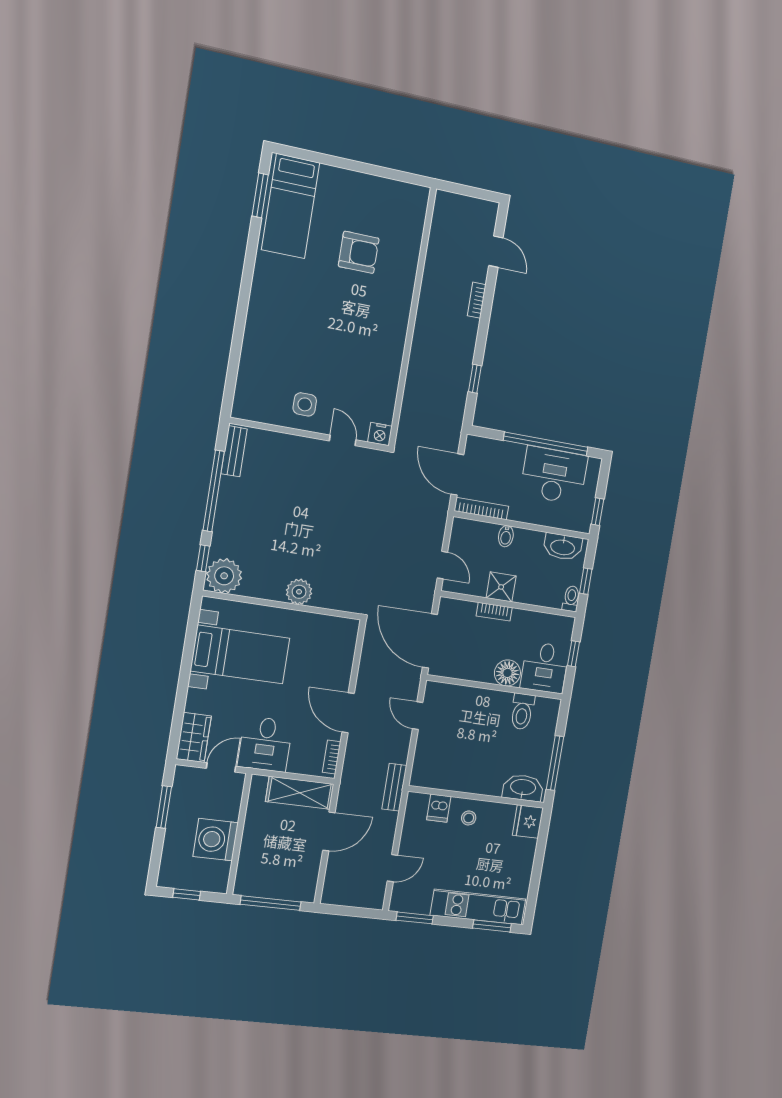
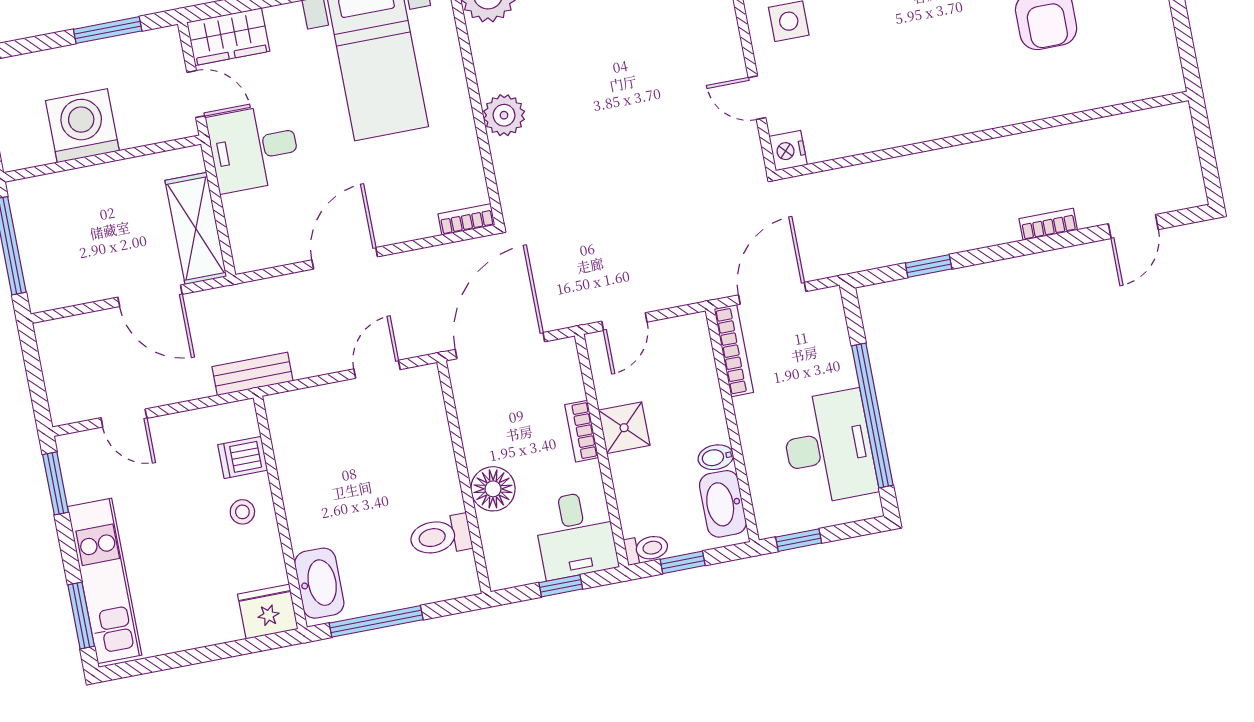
door: (343, 440) -> (757, 98), swing flipped
bidet: (506, 536) -> (716, 457), moved
desk: (545, 667) -> (575, 535), moved, turned -90
bookcase: (332, 757) -> (466, 219), moved

